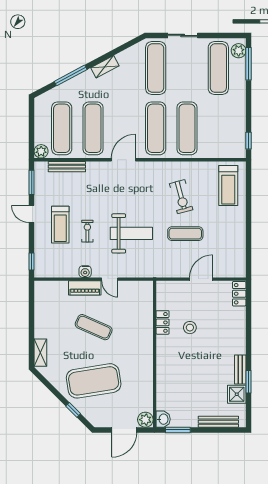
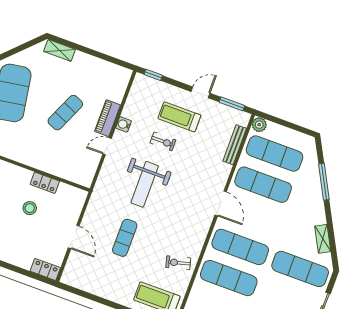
shelving: (105, 67) -> (323, 239), moved
exercise bike: (181, 197) -> (178, 263), moved, width x0.73, depth x0.72

